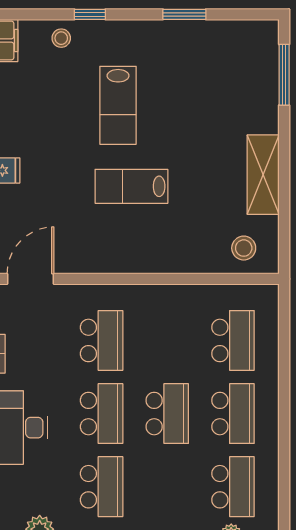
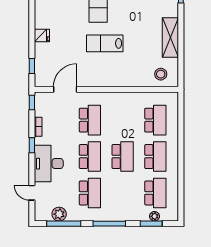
door: (30, 279) -> (65, 89), moved

